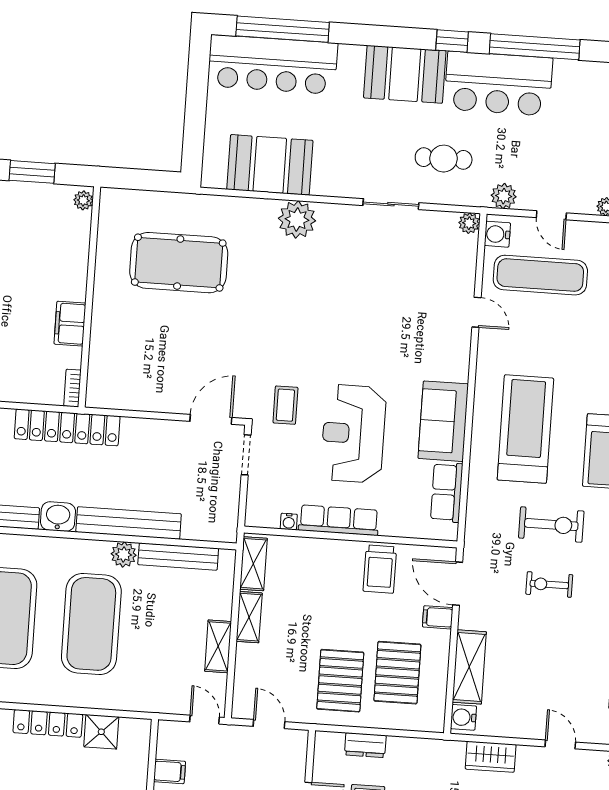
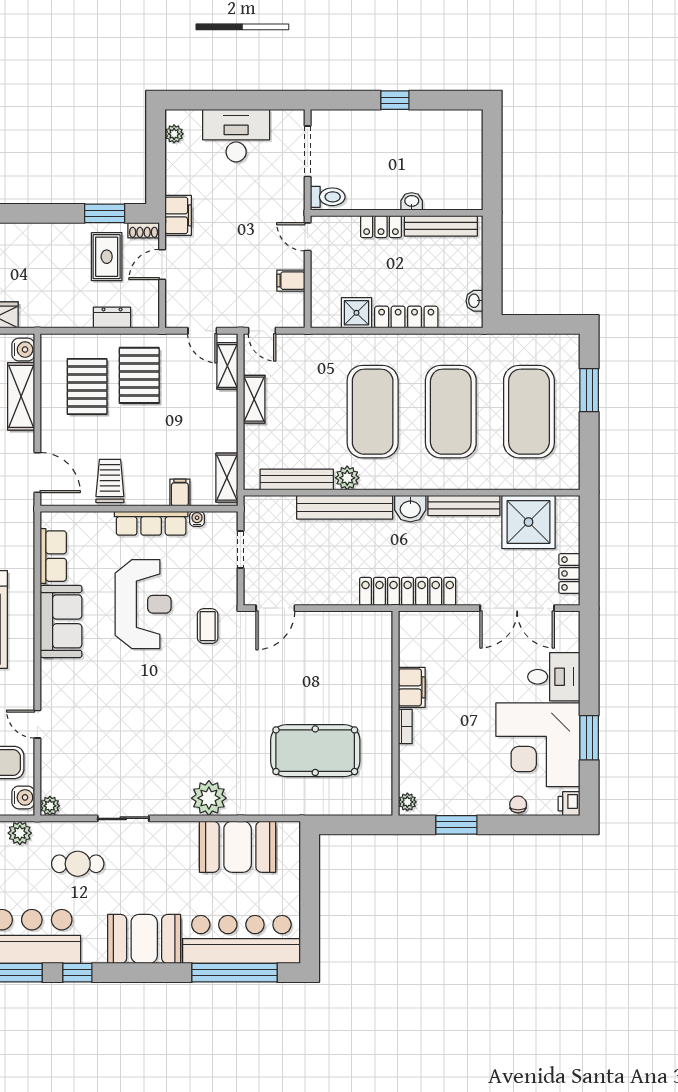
booth: (405, 74) -> (144, 939), moved
bookcase: (72, 388) -> (405, 727), moved
doorway: (246, 455) -> (241, 549), moved
shelving: (249, 617) -> (227, 366), moved
filing cabinet: (438, 617) -> (180, 493), moved, turned -90

